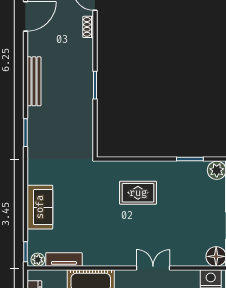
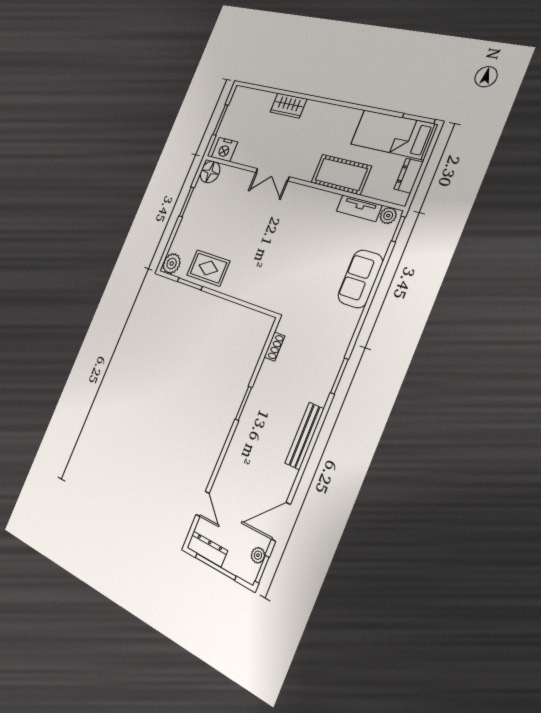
shoe rack: (88, 27) -> (274, 347), moved
rug: (138, 193) -> (208, 268), moved

